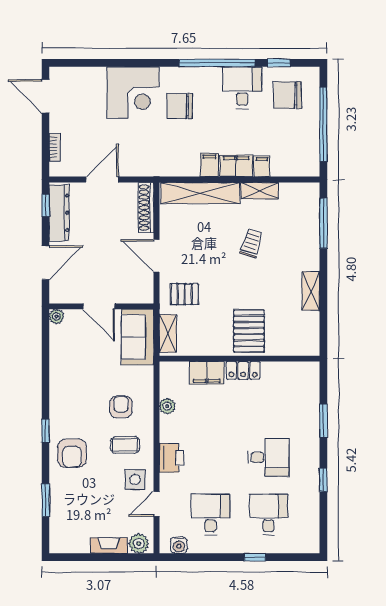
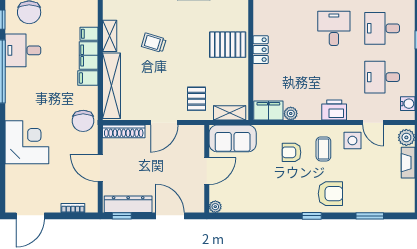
chair: (180, 106) -> (83, 121), moved
filing cabinet: (207, 373) -> (268, 111), moved, turned -90

